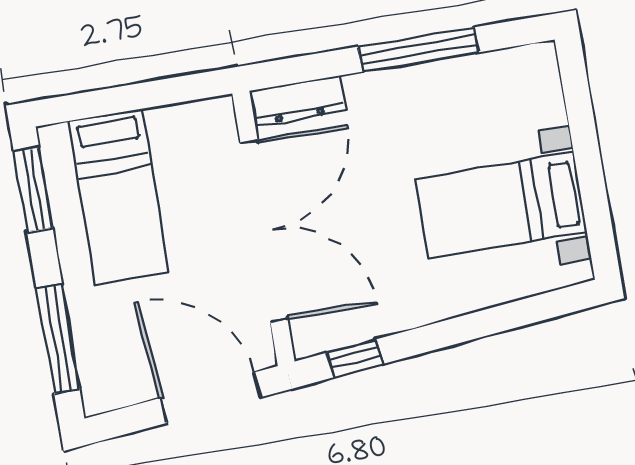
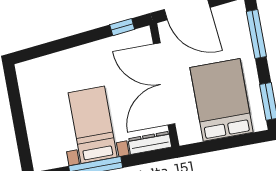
bed: (119, 197) -> (222, 100), width x1.50
bed with nightstands: (501, 205) -> (93, 125), moved, turned -90

